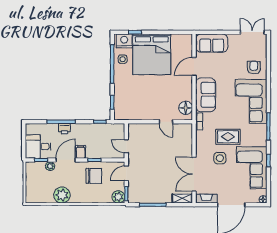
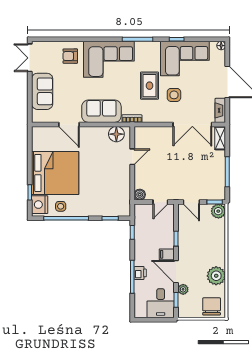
sofa: (212, 43) -> (42, 91), moved
boiler: (133, 128) -> (140, 195), added
chair: (94, 176) -> (212, 306), moved

